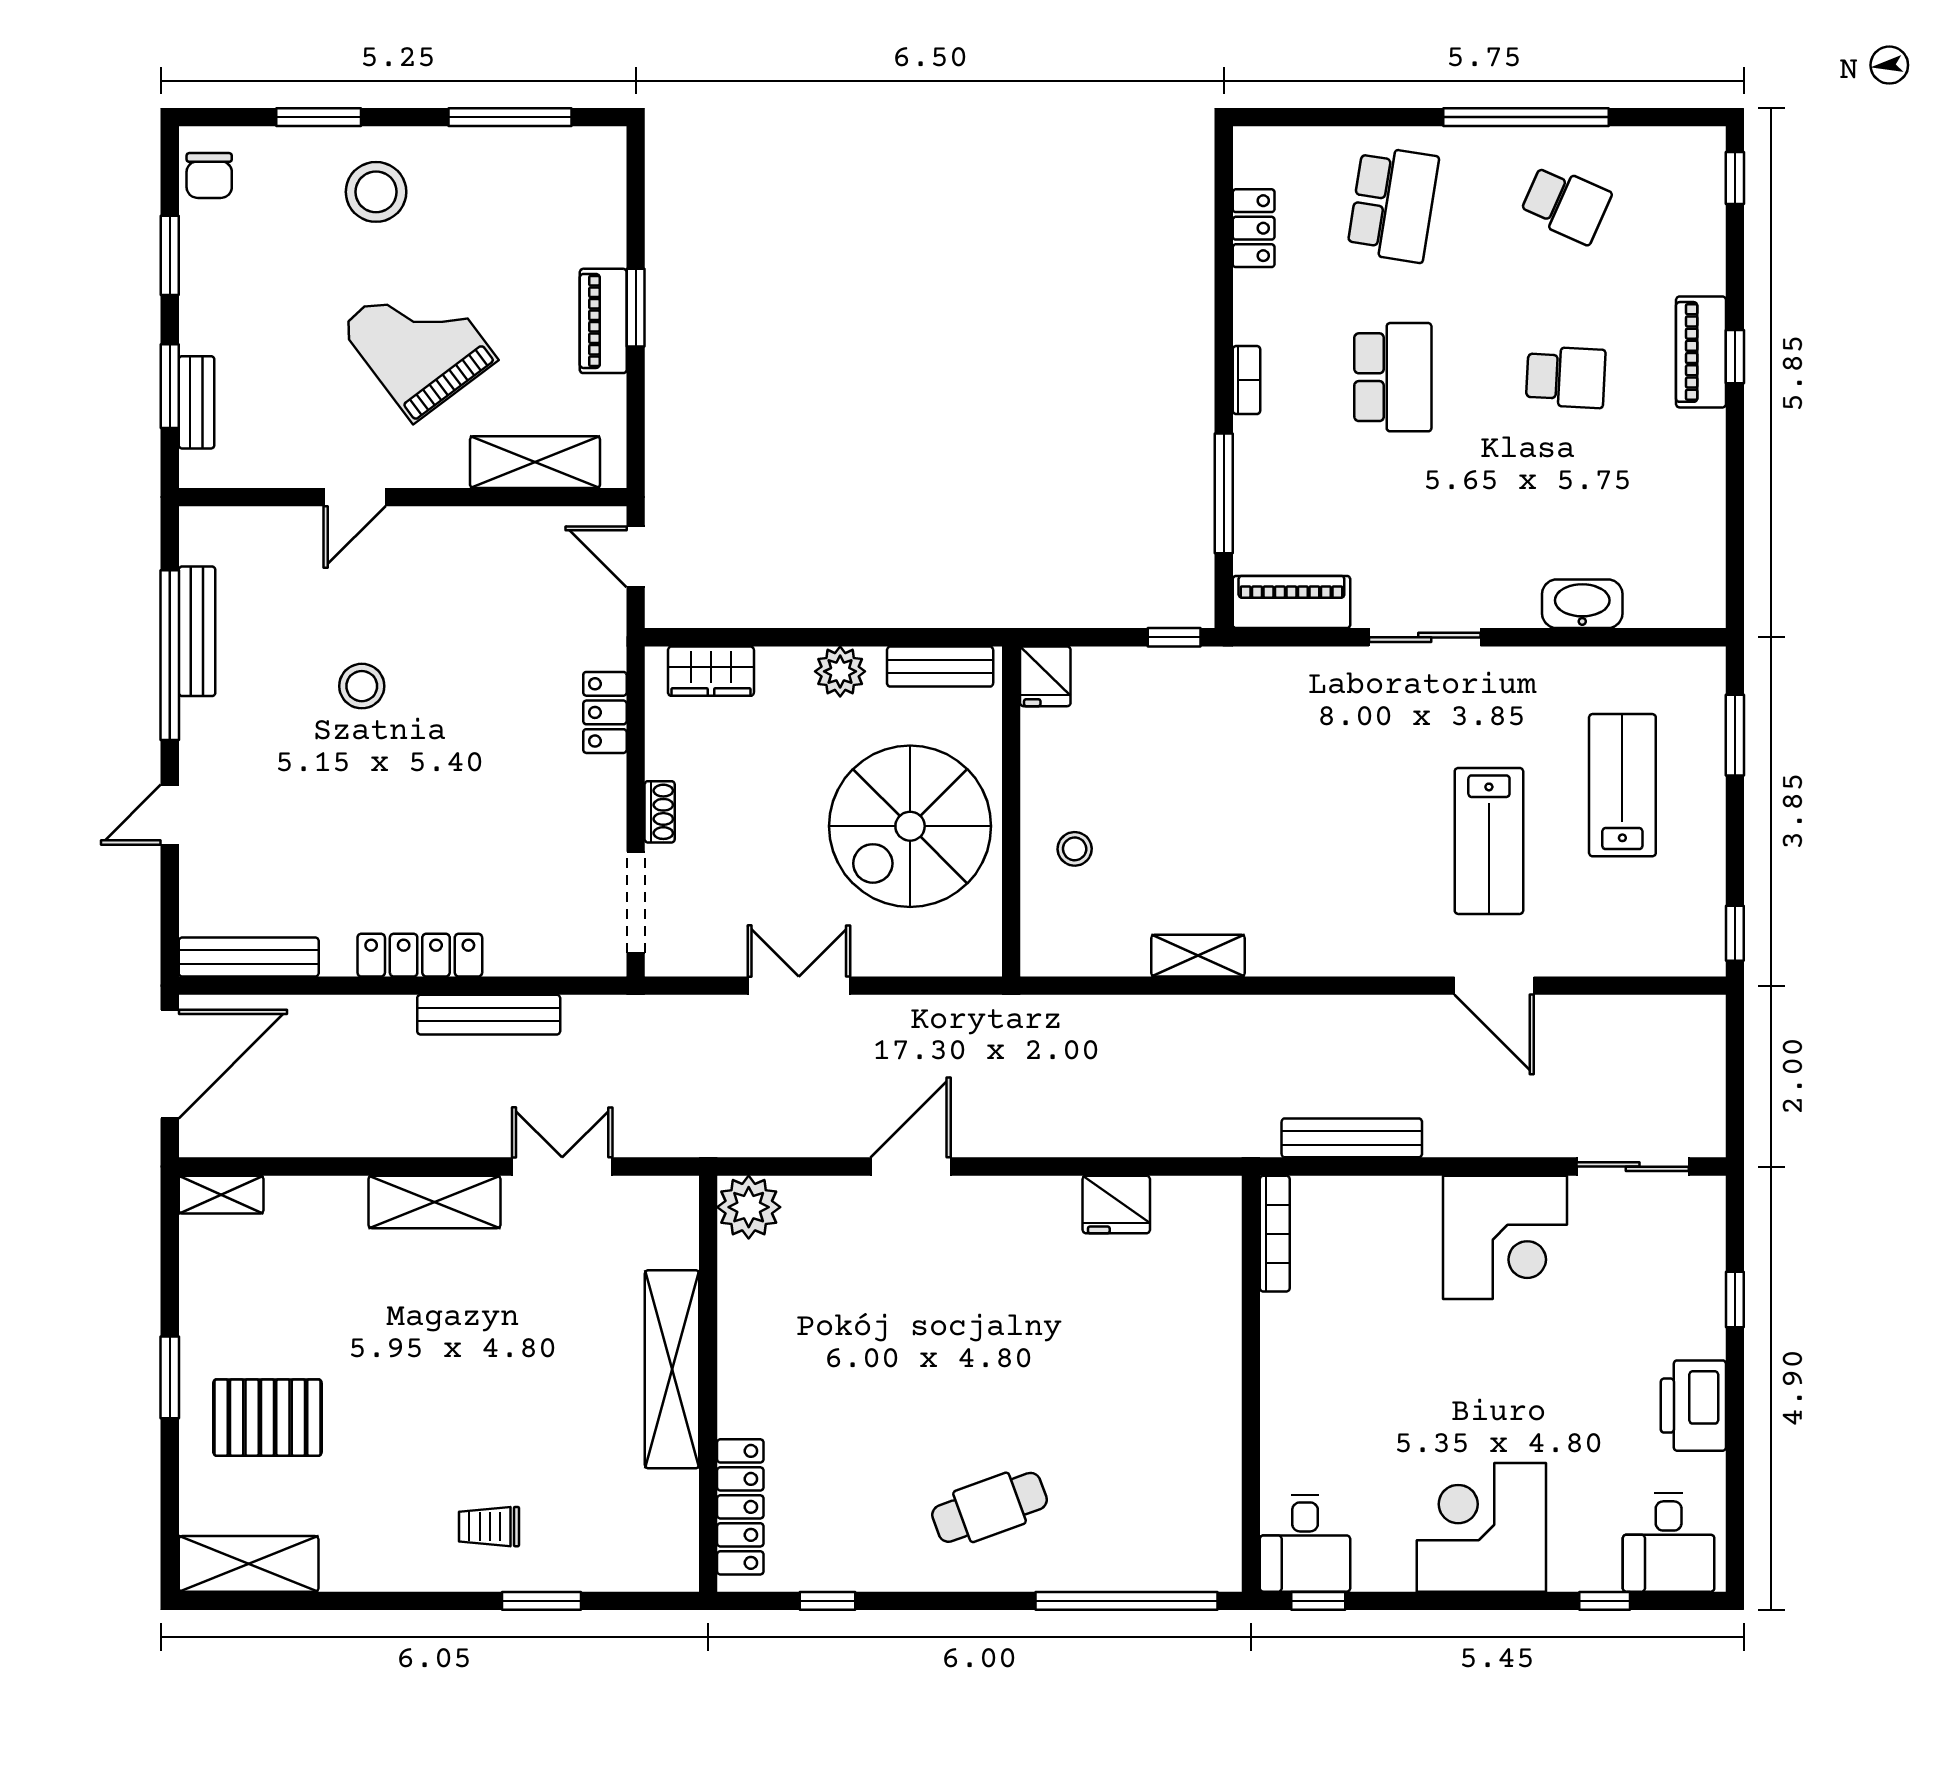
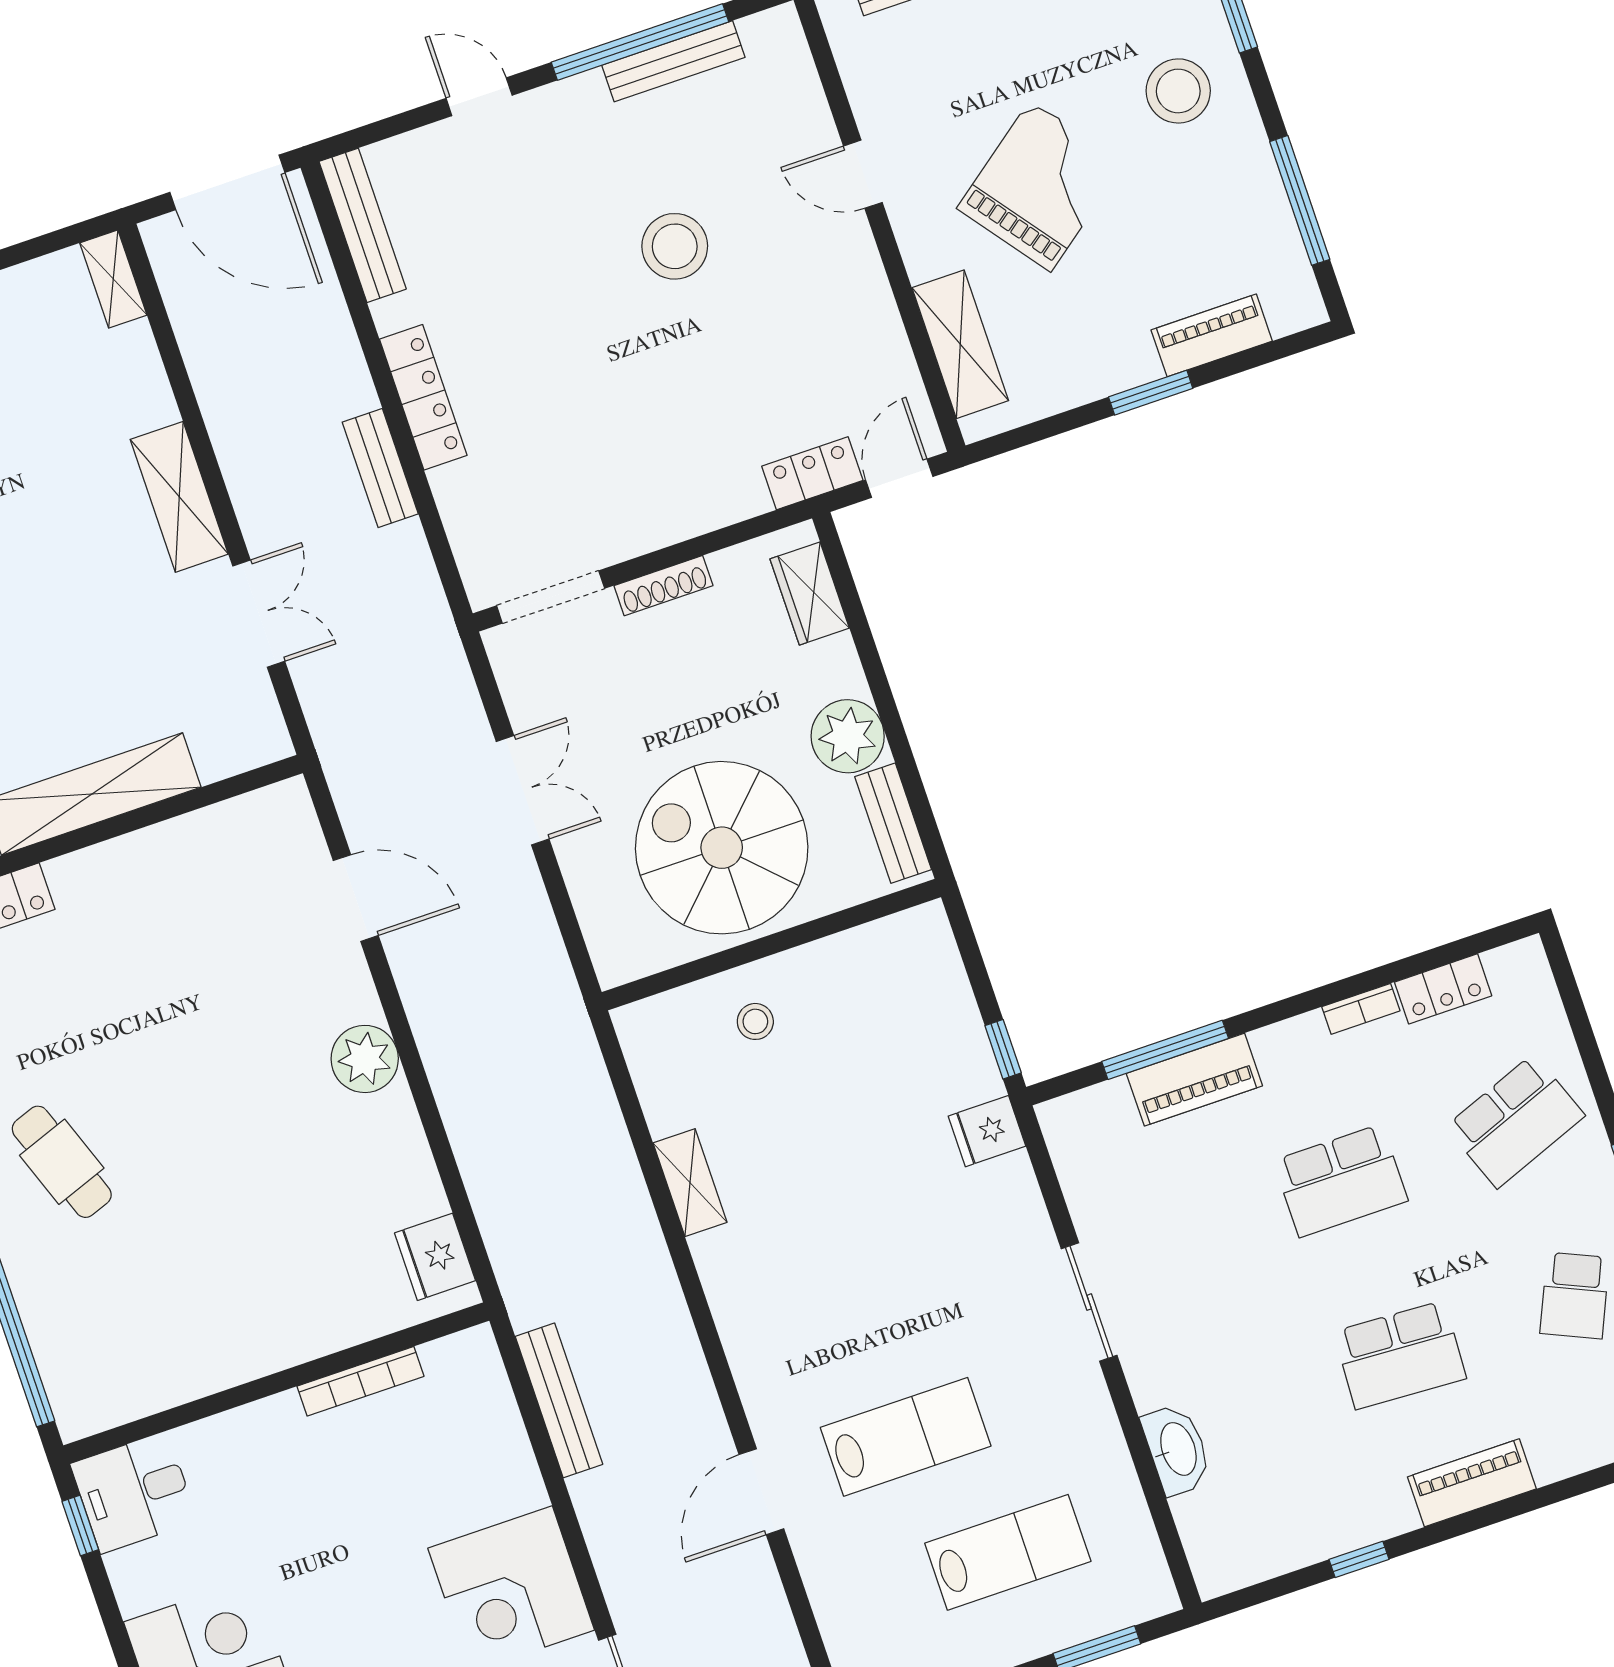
school desk: (1393, 204) -> (1515, 1121), turned -30
piano: (603, 321) -> (1212, 335), moved
window: (1735, 357) -> (1359, 1559), moved
school desk: (1566, 377) -> (1400, 1355), width x1.85
bookcase: (1246, 380) -> (1361, 1009), moved
piano: (1291, 602) -> (1194, 1080), moved, turned 90
plant: (840, 671) -> (848, 736), width x1.36, depth x1.36
fridge: (1045, 676) -> (987, 1131), moved
stool: (362, 686) -> (675, 246), width x1.38, depth x1.38
locker: (605, 712) -> (812, 473), moved
shoe rack: (660, 812) -> (663, 586), width x1.43
lab bench: (1489, 841) -> (906, 1437), turned 180
bench: (489, 1015) -> (380, 468), width x0.73
door: (911, 1167) -> (356, 898), moved
fridge: (1116, 1204) -> (435, 1257), moved
plant: (749, 1207) -> (365, 1059), moved
bookcase: (1275, 1234) -> (360, 1381), moved

